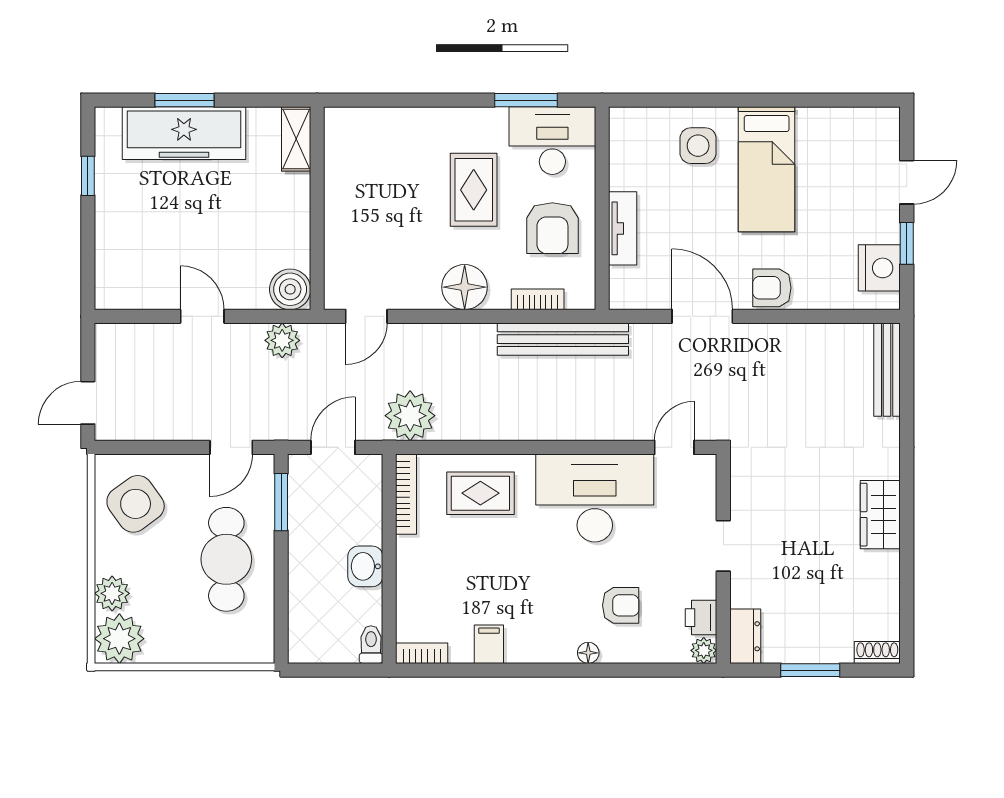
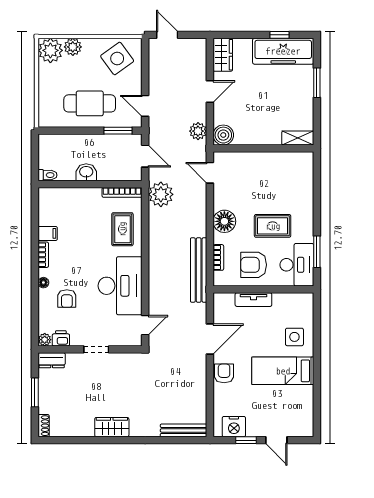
freezer: (184, 133) -> (283, 51), moved, turned -90
wardrobe: (128, 290) -> (223, 55), added
door: (674, 447) -> (145, 325), hinge flipped
bookcase: (422, 653) -> (43, 255), moved

